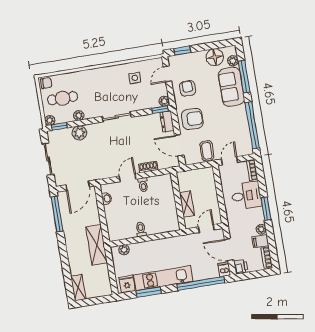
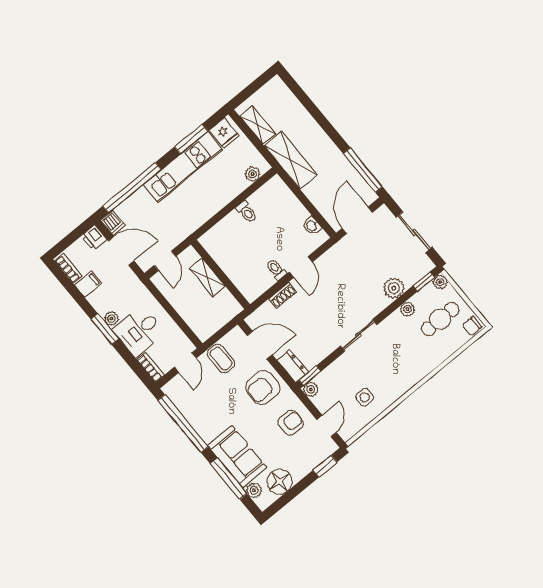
armchair: (188, 88) -> (291, 423), turned -90
plant: (261, 229) -> (111, 319), moved
shelving: (78, 288) -> (258, 125), moved

